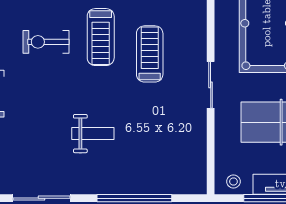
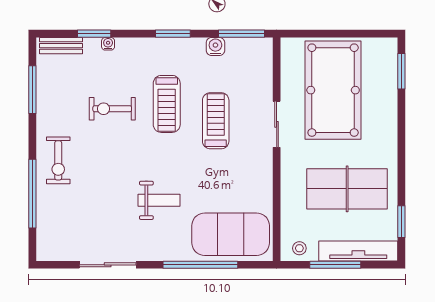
sliding door: (211, 85) -> (277, 124), moved
exercise mat: (165, 167) -> (231, 234), added

